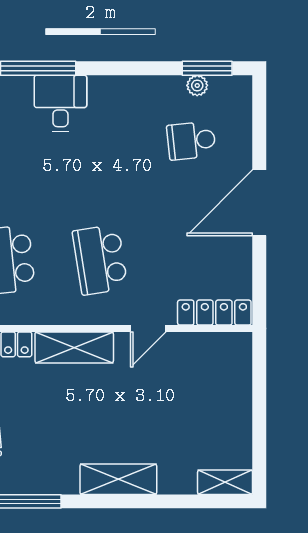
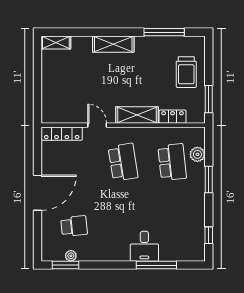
door: (148, 329) -> (97, 125), hinge flipped

